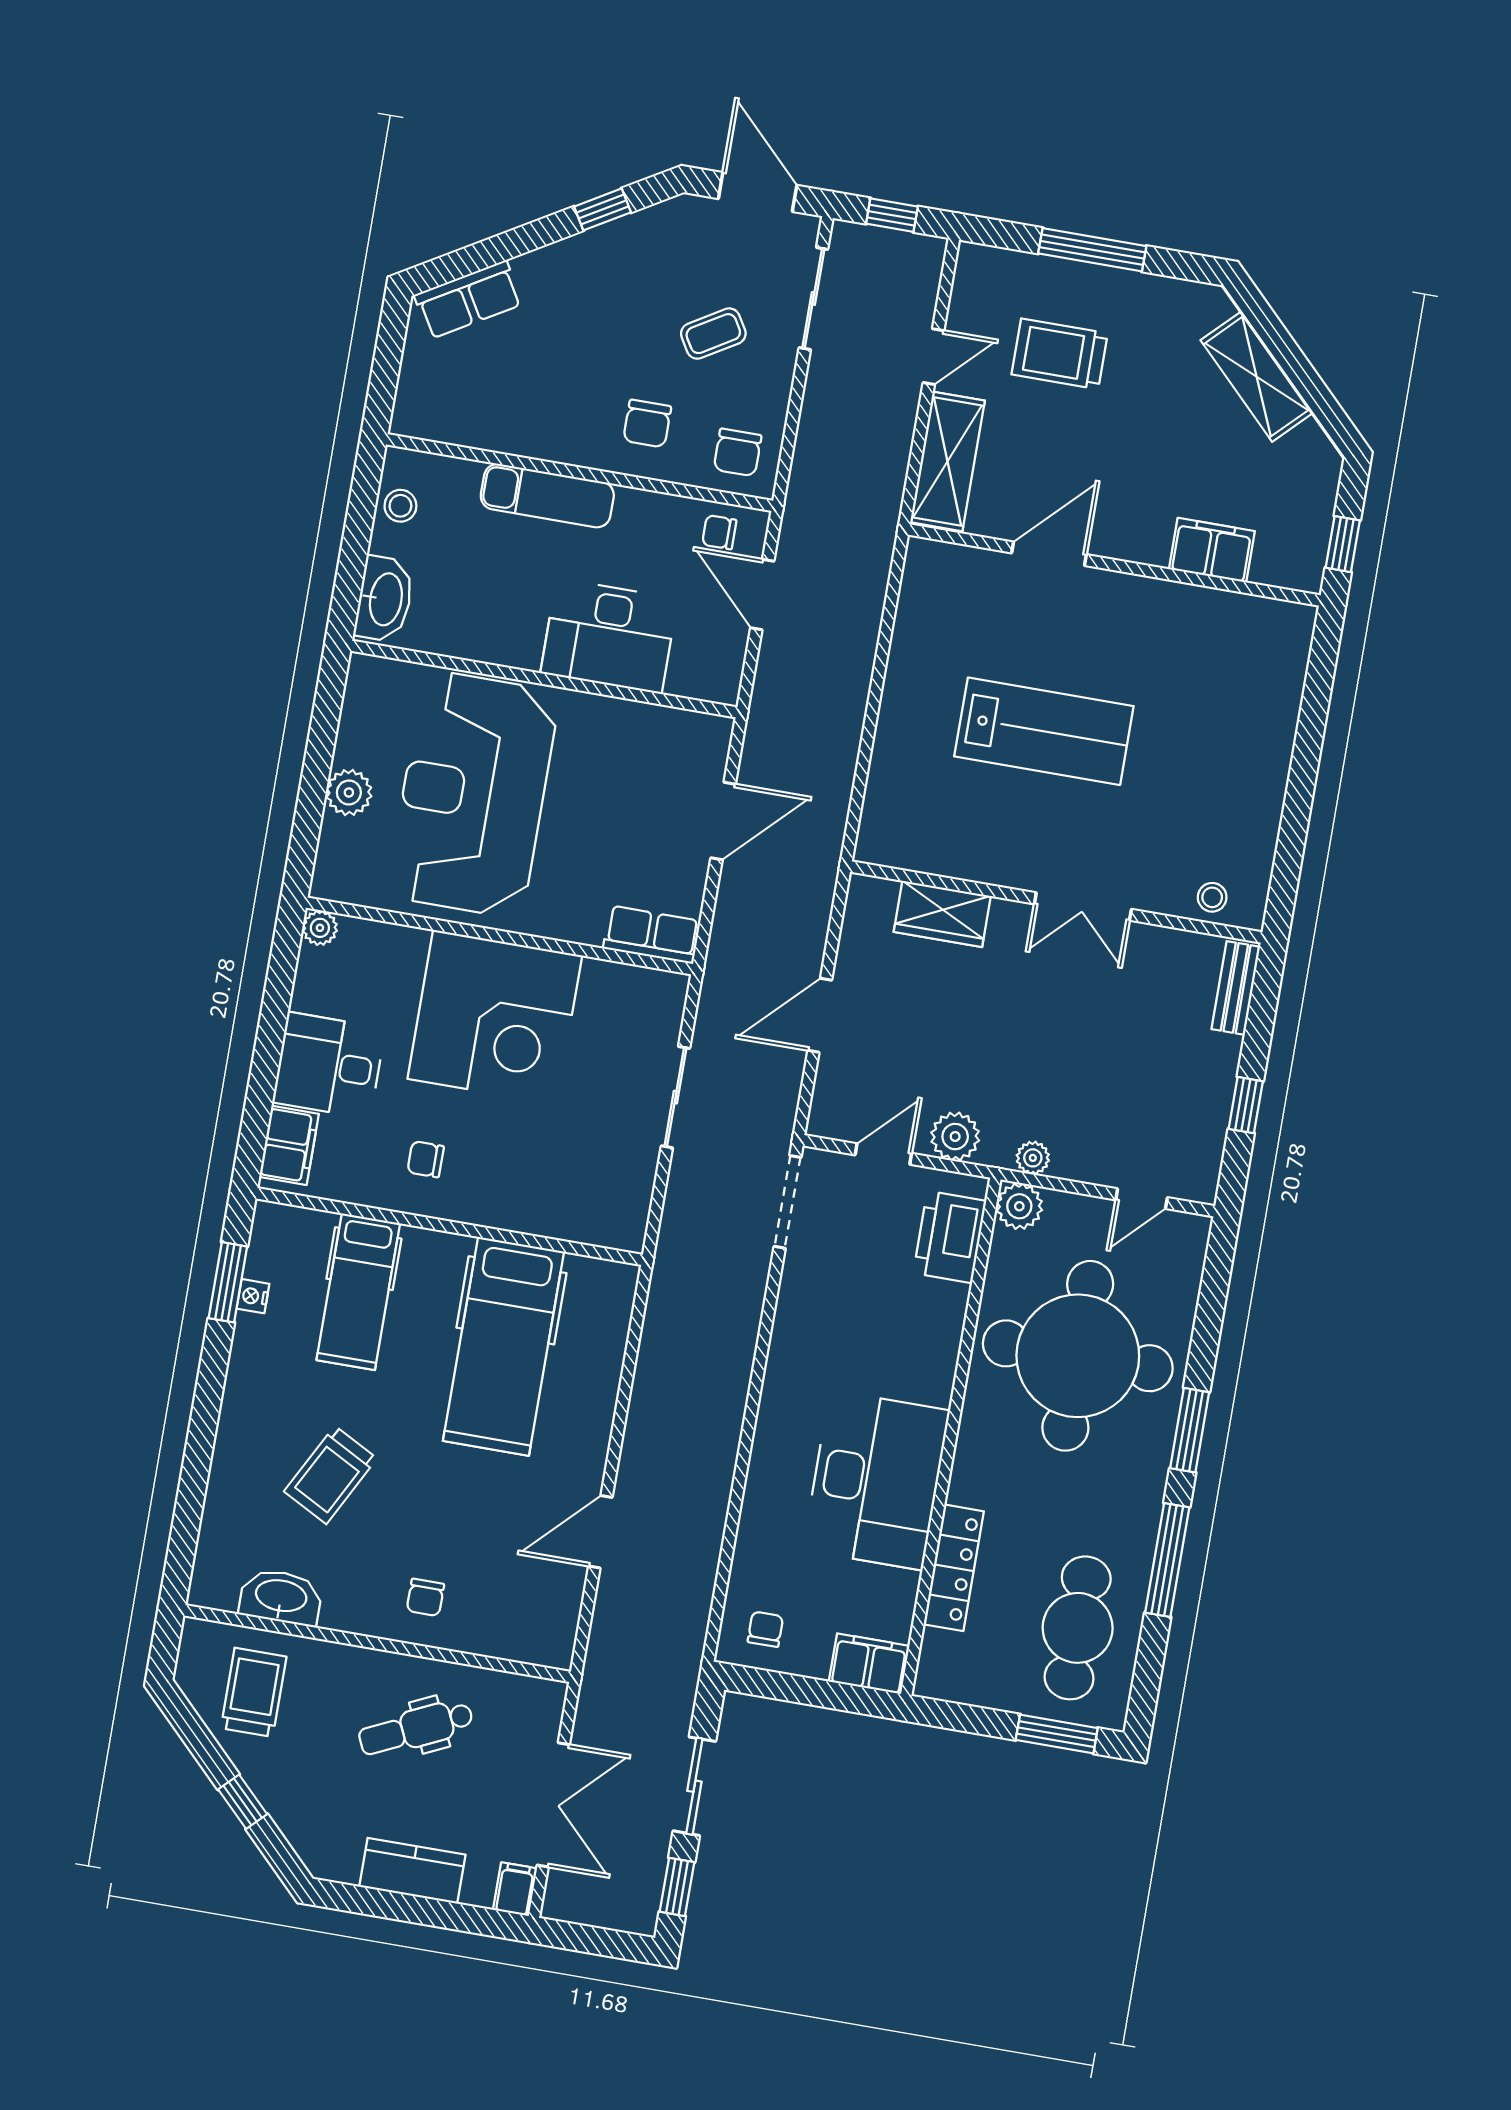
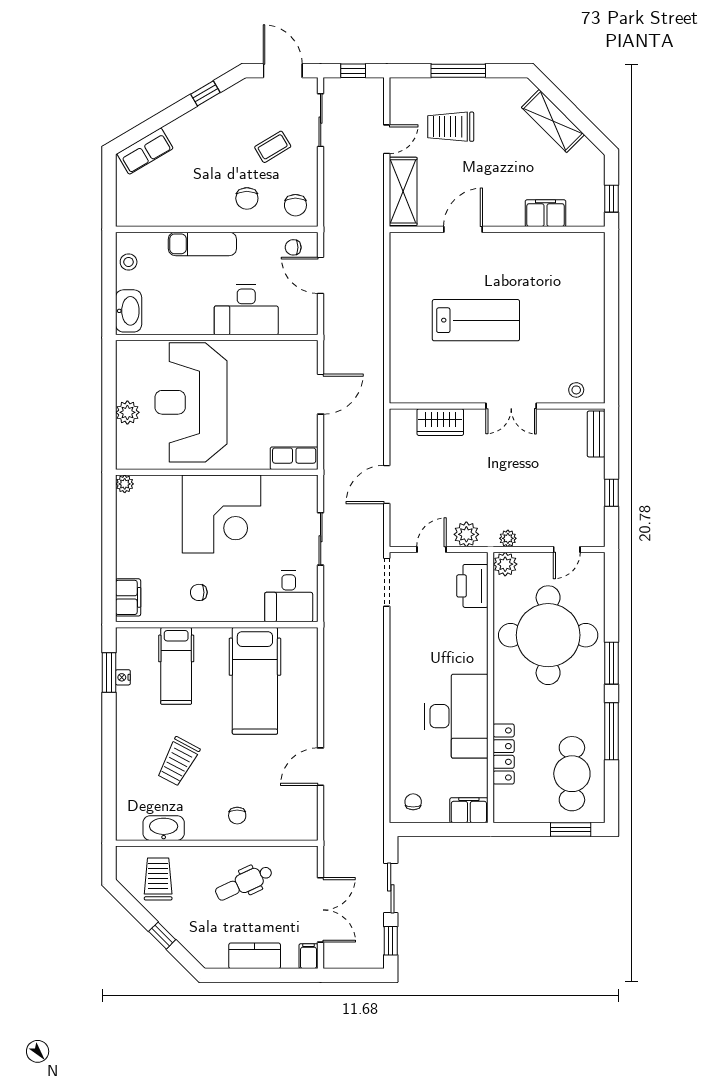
desk: (329, 1065) -> (289, 596), moved, turned -90

